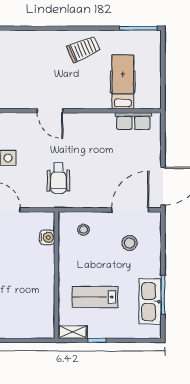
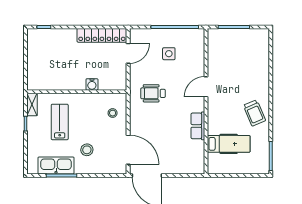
row of seats: (133, 121) -> (198, 126), moved
water cooler: (47, 237) -> (92, 84), moved
stool: (130, 243) -> (87, 150), moved

